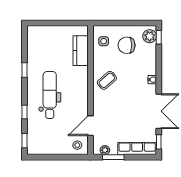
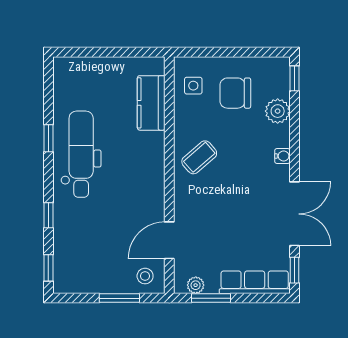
plant: (150, 36) -> (278, 111), moved
dental chair: (50, 95) -> (81, 154), moved
window: (63, 157) -> (119, 298), added

